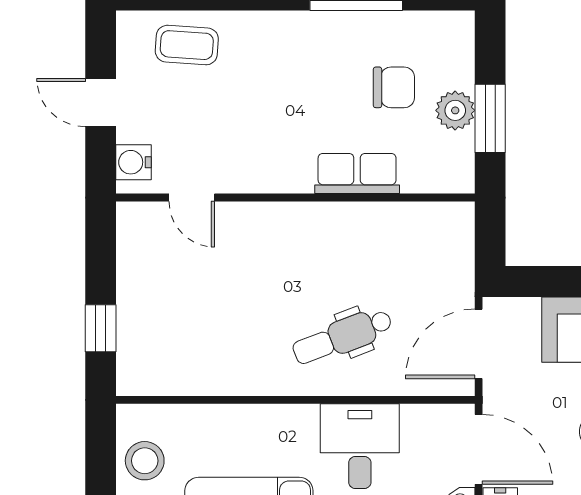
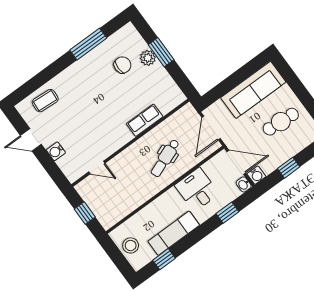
row of seats: (357, 174) -> (145, 120), moved
door: (192, 198) -> (97, 167), moved
wall: (295, 198) -> (130, 143), moved

